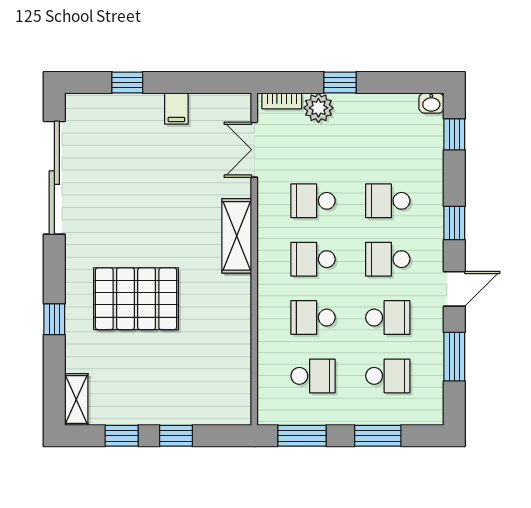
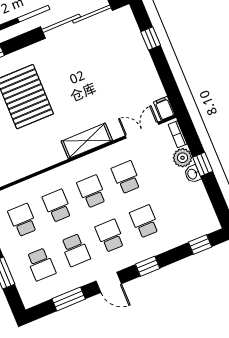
washbasin: (431, 103) -> (193, 174), moved
filing cabinet: (176, 109) -> (164, 108), moved, turned 90
school desk: (313, 376) -> (23, 220), turned 180

